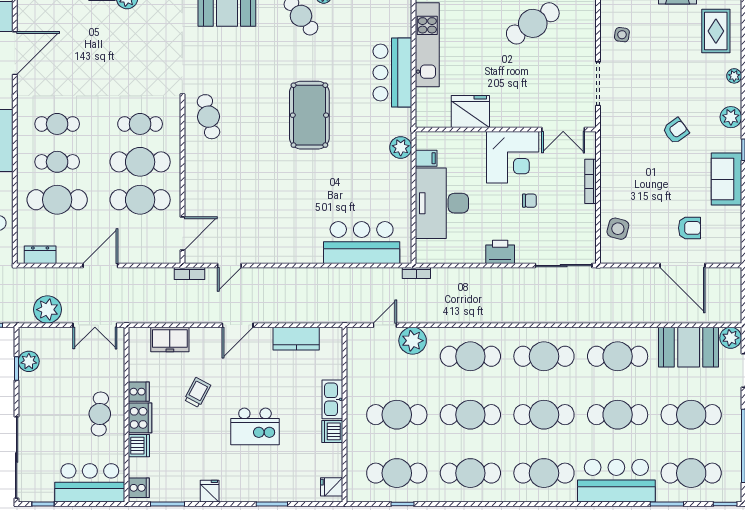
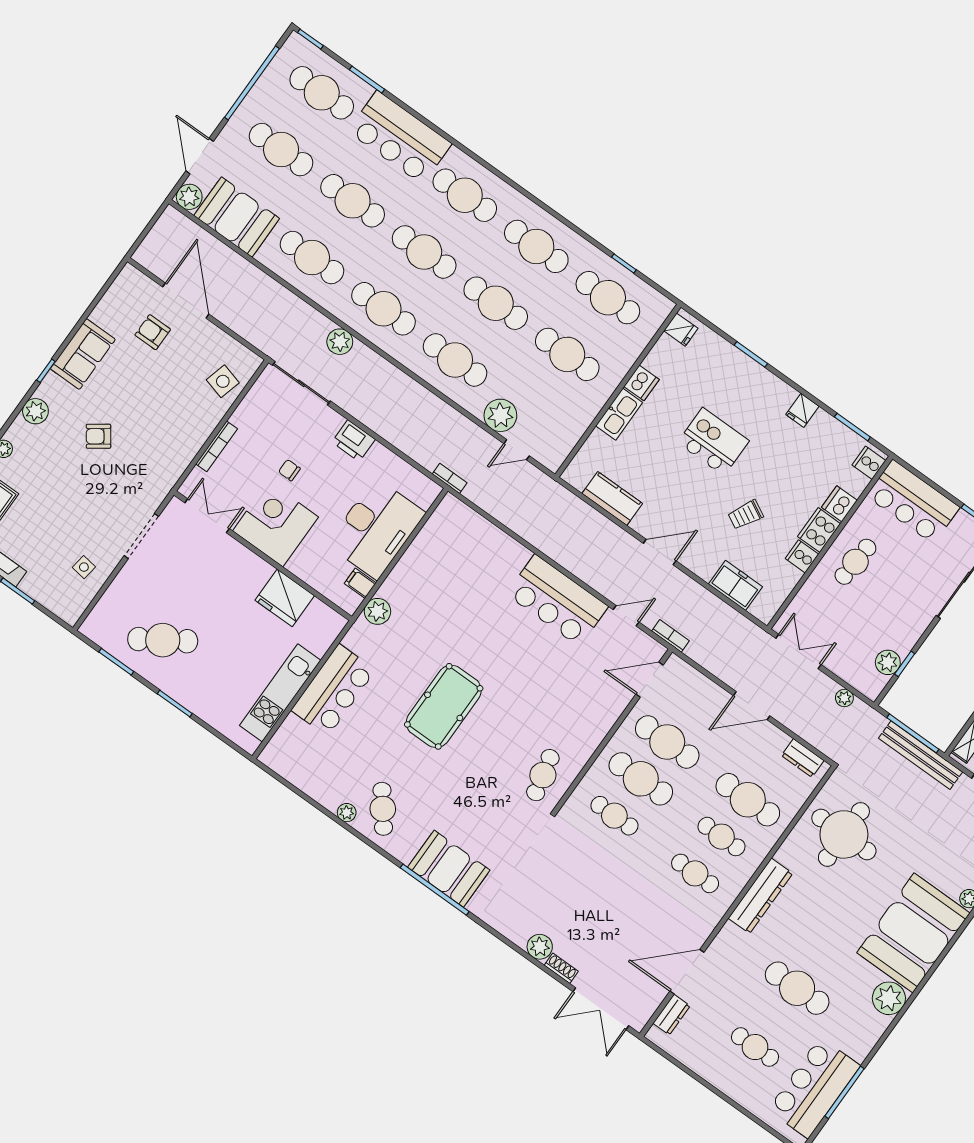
bar counter: (362, 243) -> (557, 600), moved
plant: (47, 310) -> (844, 698), width x0.53, depth x0.53
plant: (558, 313) -> (340, 342), added

